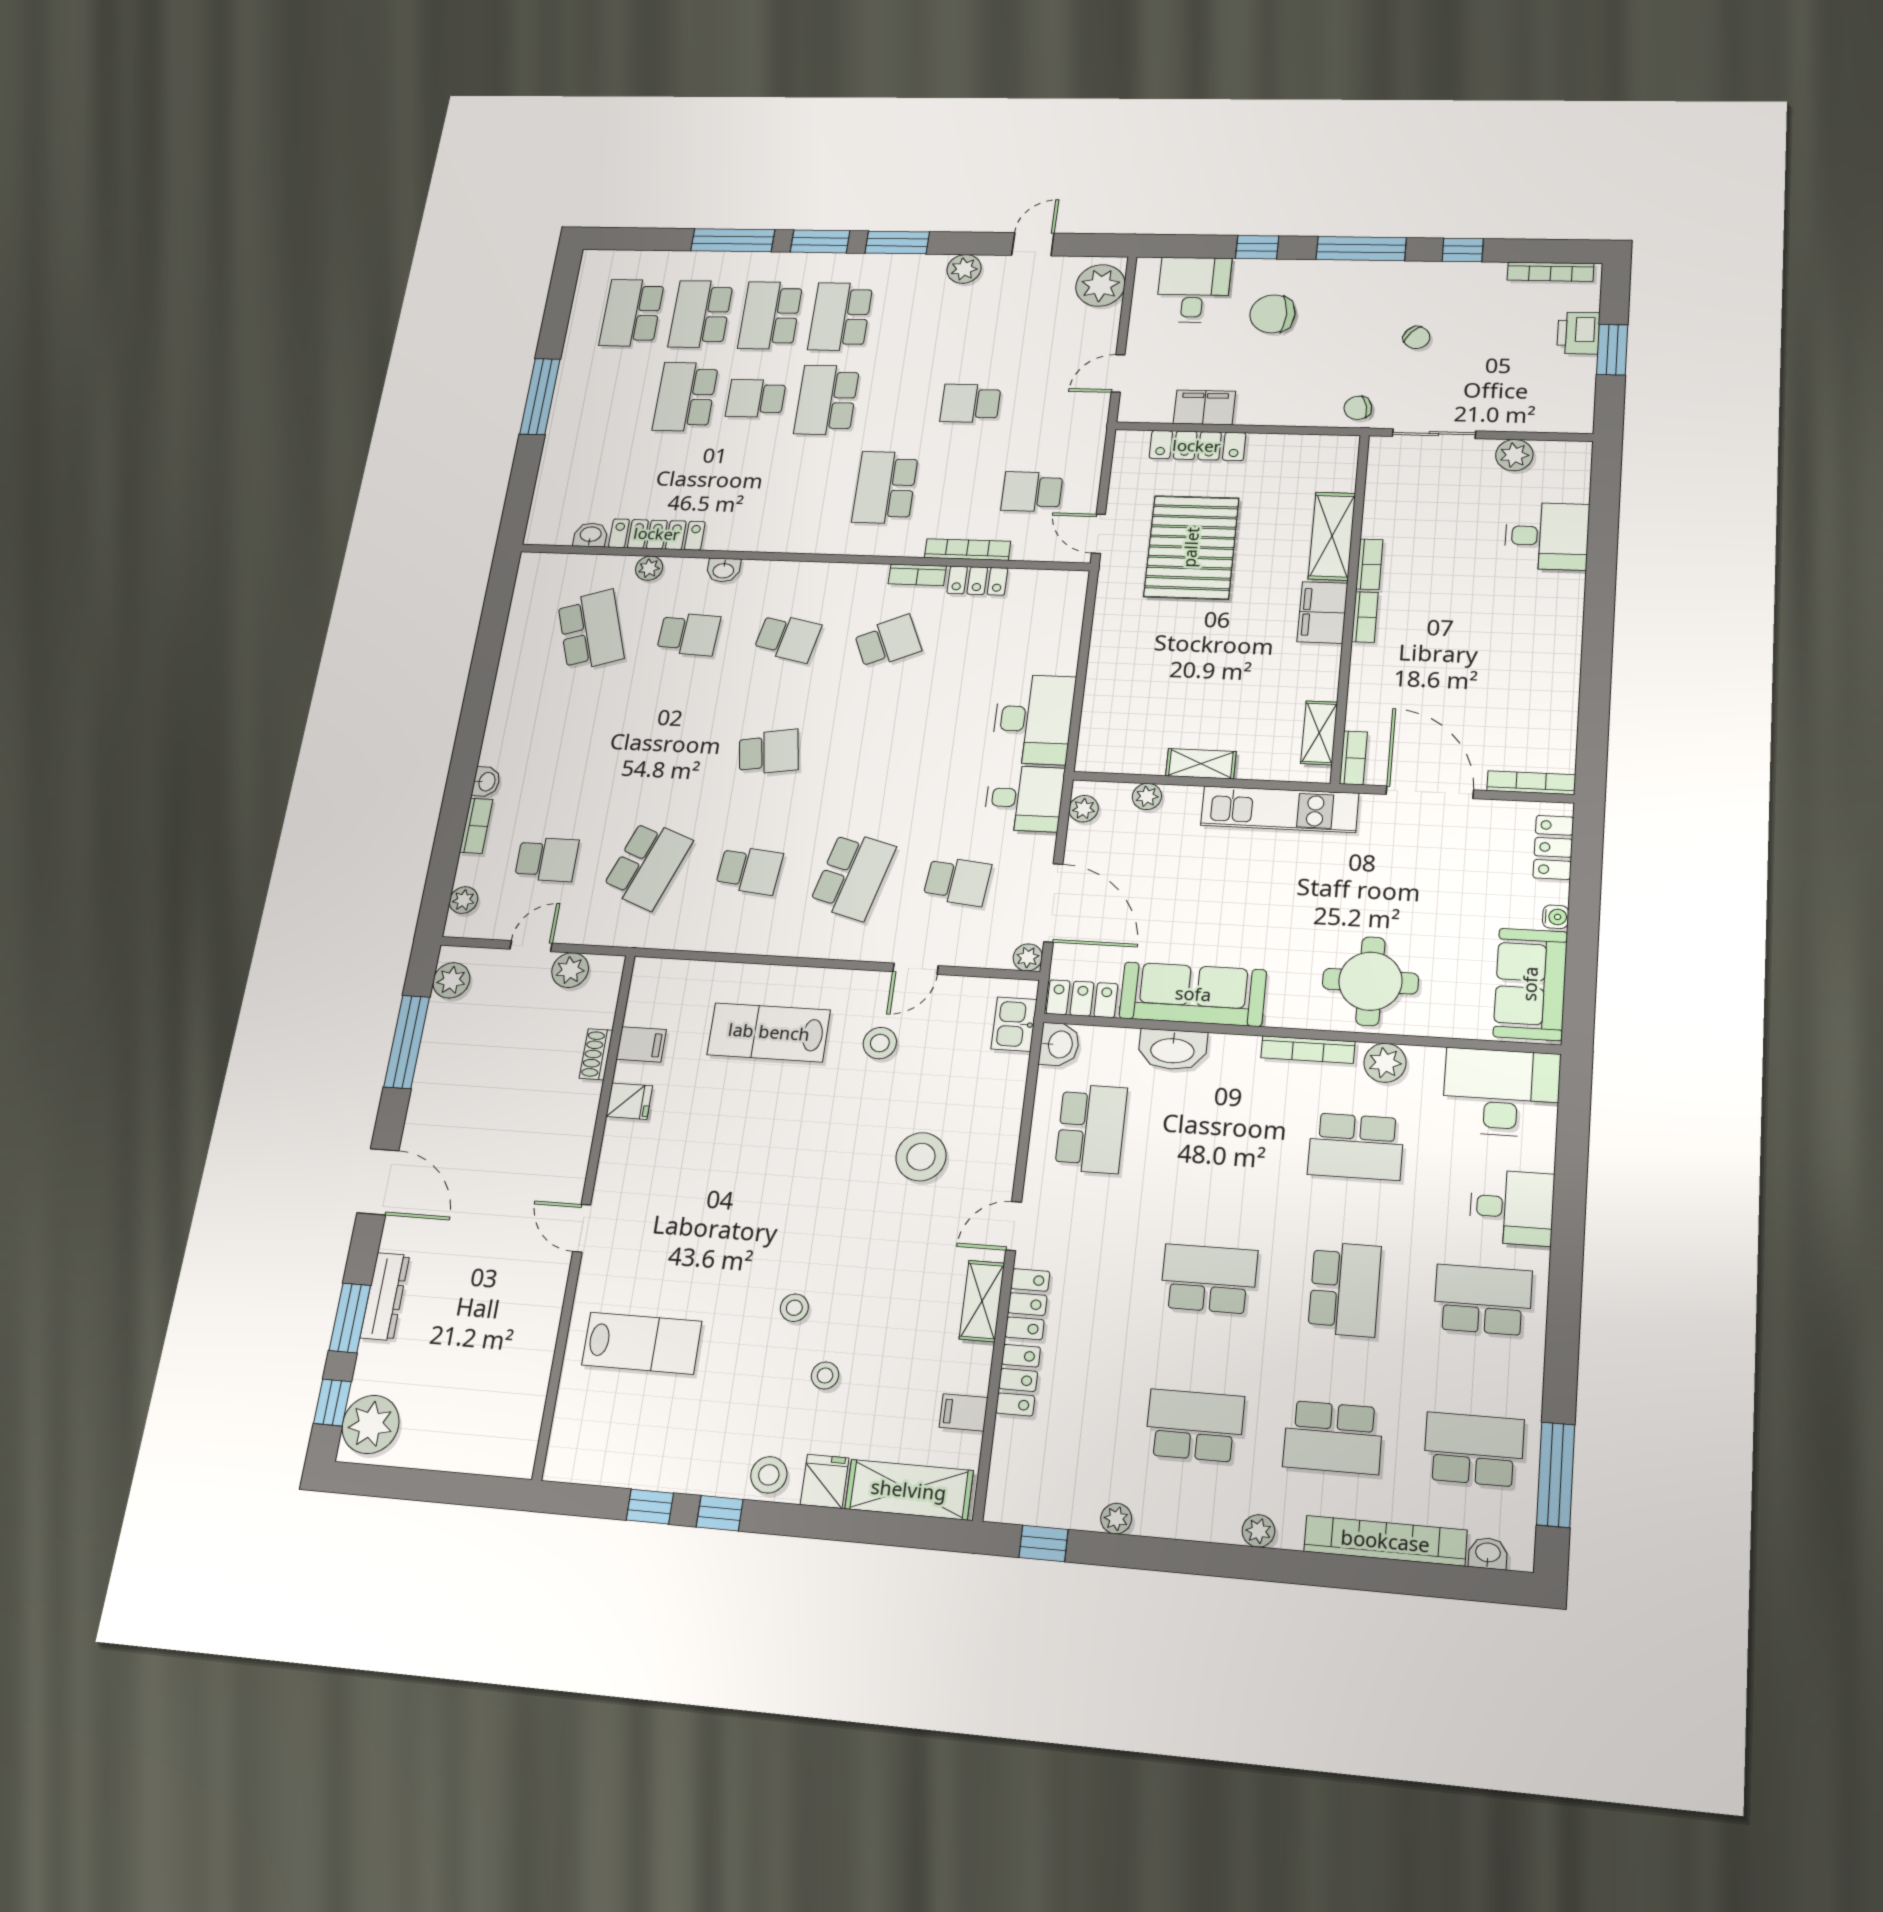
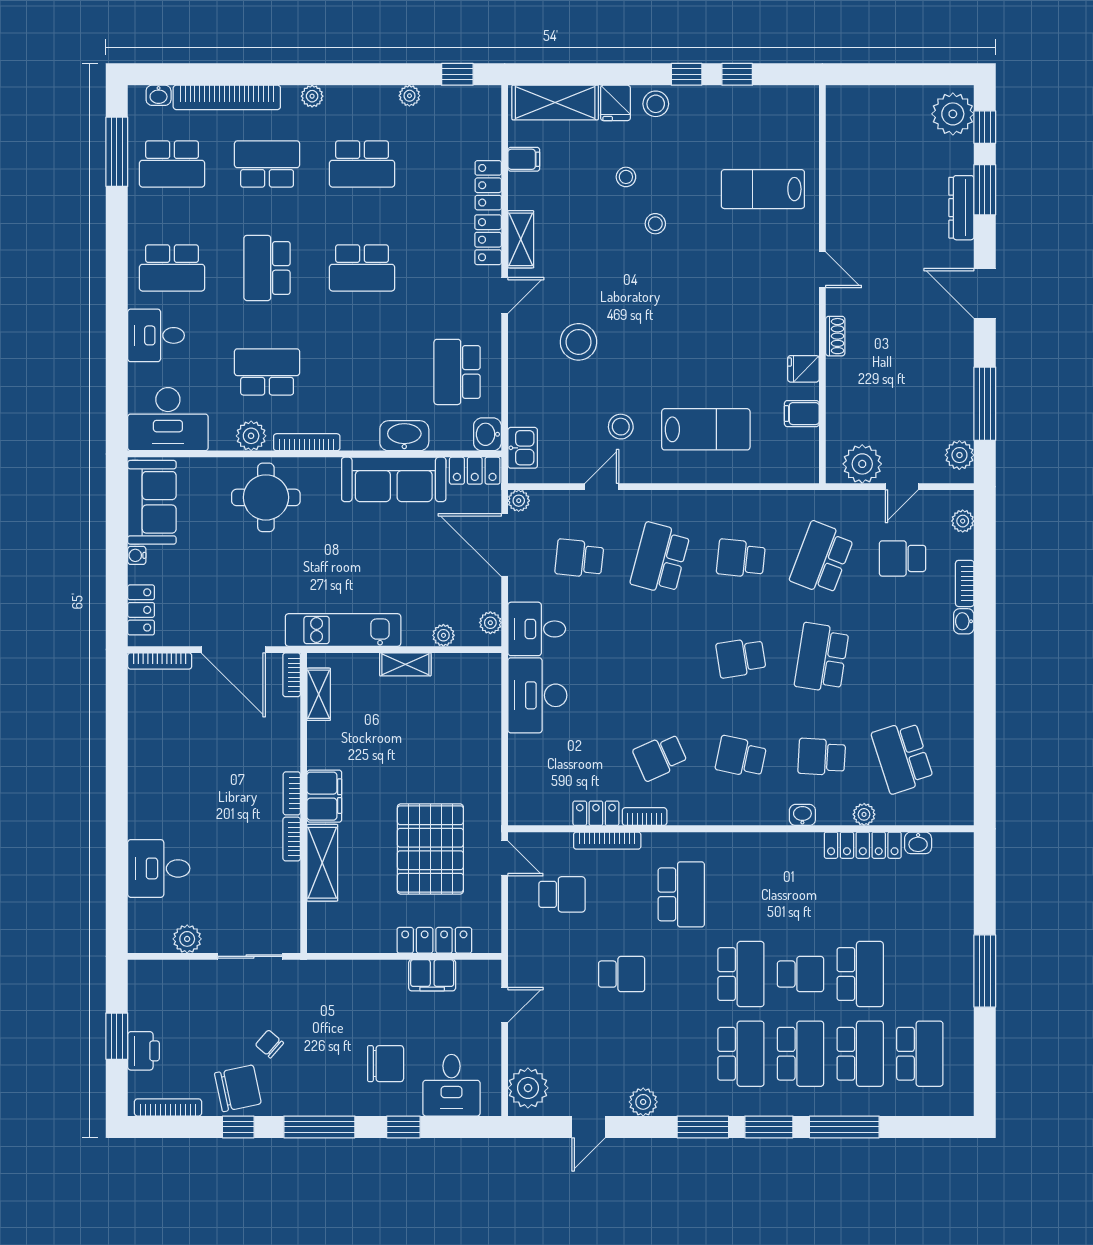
chair: (1358, 408) -> (238, 1088), moved, width x1.87, depth x1.87
school desk: (668, 748) -> (822, 658), added
plant: (570, 970) -> (862, 464), width x1.36, depth x1.36
shoe rack: (596, 1054) -> (835, 336), moved

